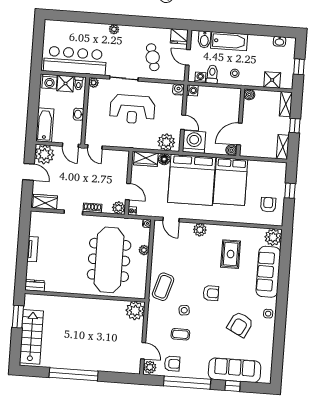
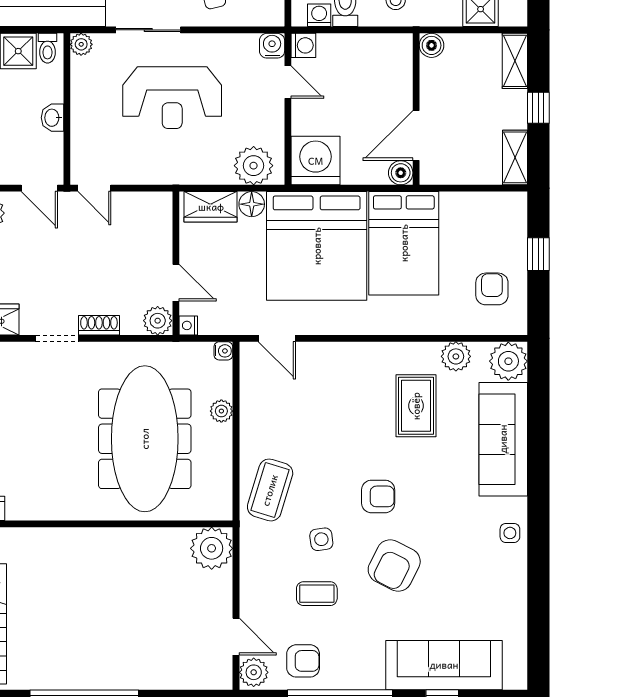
door: (183, 122) -> (288, 82), moved
plant: (200, 230) -> (456, 356), moved
armchair: (240, 324) -> (394, 565), moved

